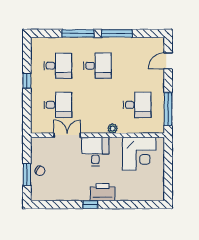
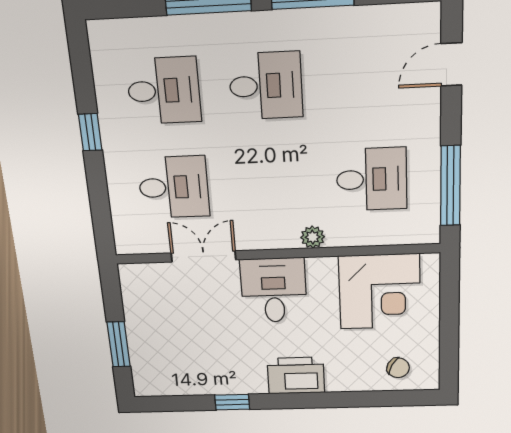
chair: (40, 171) -> (398, 368), moved
window: (90, 205) -> (232, 402), moved

